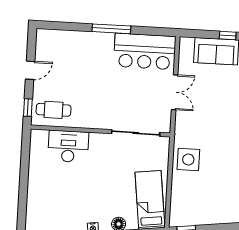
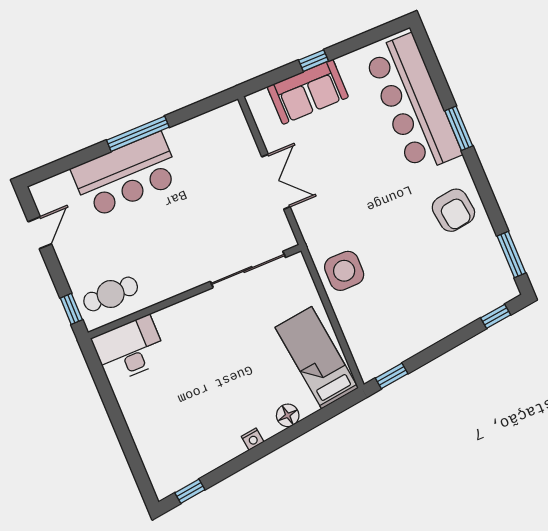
bar counter: (145, 51) -> (126, 175), moved
door: (30, 70) -> (40, 233), moved
desk: (68, 146) -> (130, 349), moved

